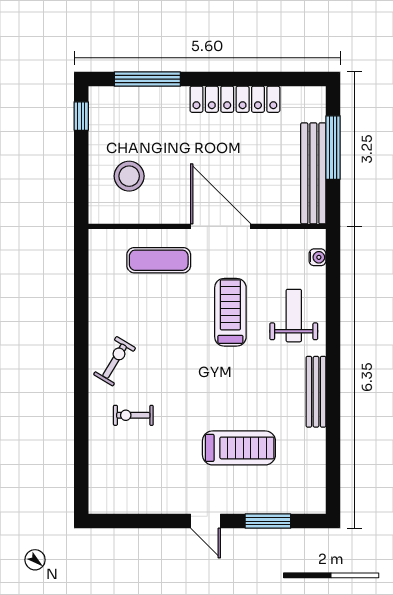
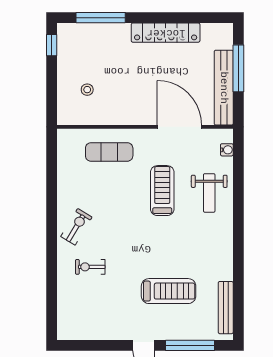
stool: (129, 176) -> (87, 90), width x0.53, depth x0.53
door: (221, 226) -> (179, 127), moved
weight bench: (294, 316) -> (209, 193), turned 180
bench: (316, 392) -> (226, 308), moved
window: (268, 521) -> (190, 345), width x1.44

